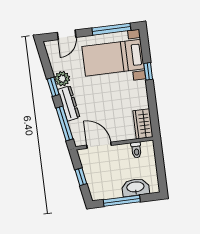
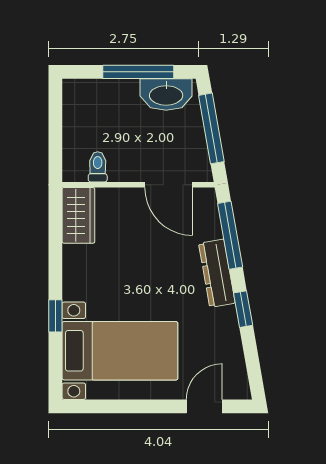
window: (111, 29) -> (116, 406), removed
plant: (62, 79) -> (223, 323), removed
window: (81, 177) -> (211, 128), width x2.17
washbasin: (135, 187) -> (166, 95), moved

